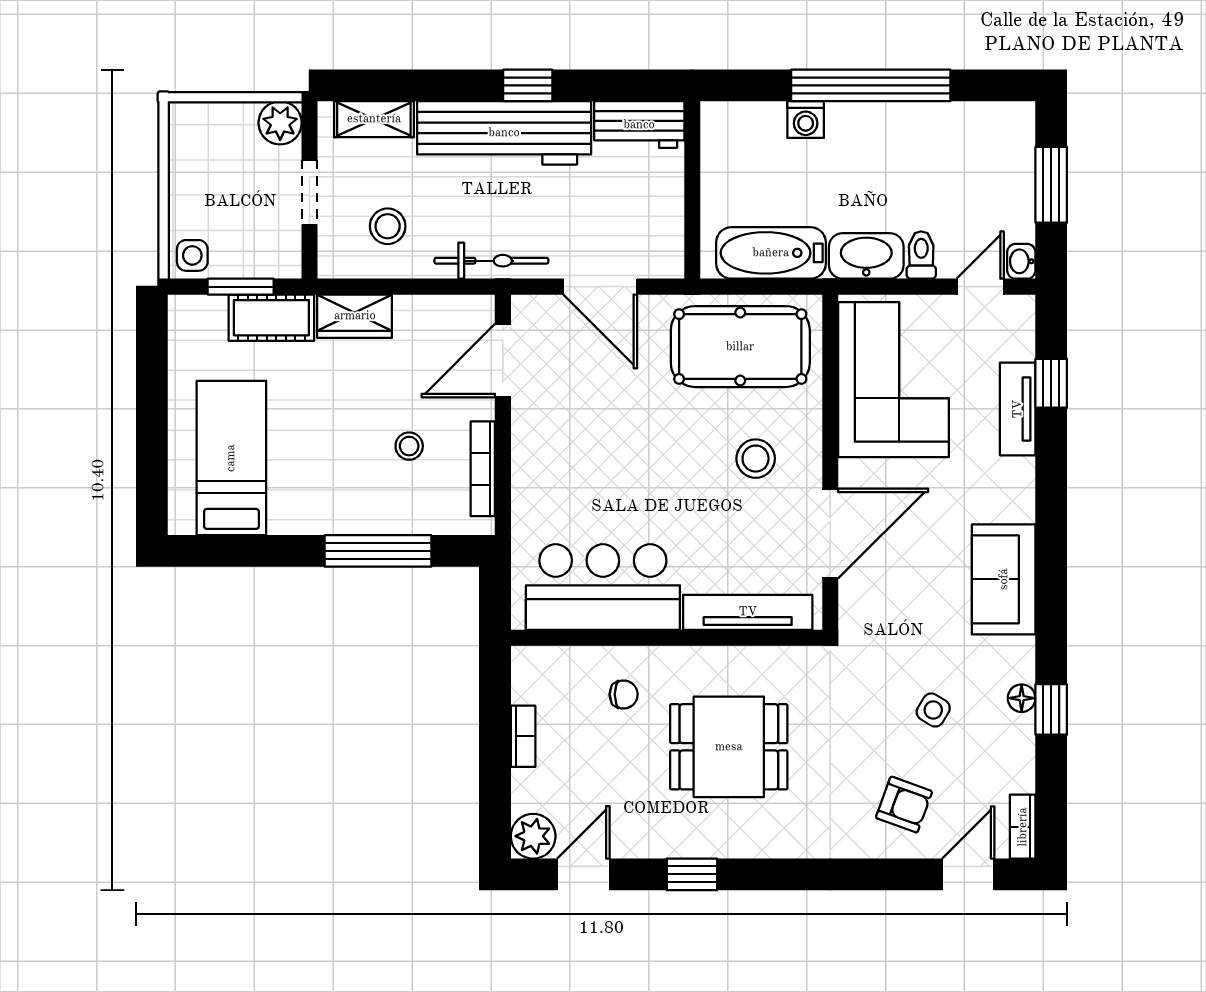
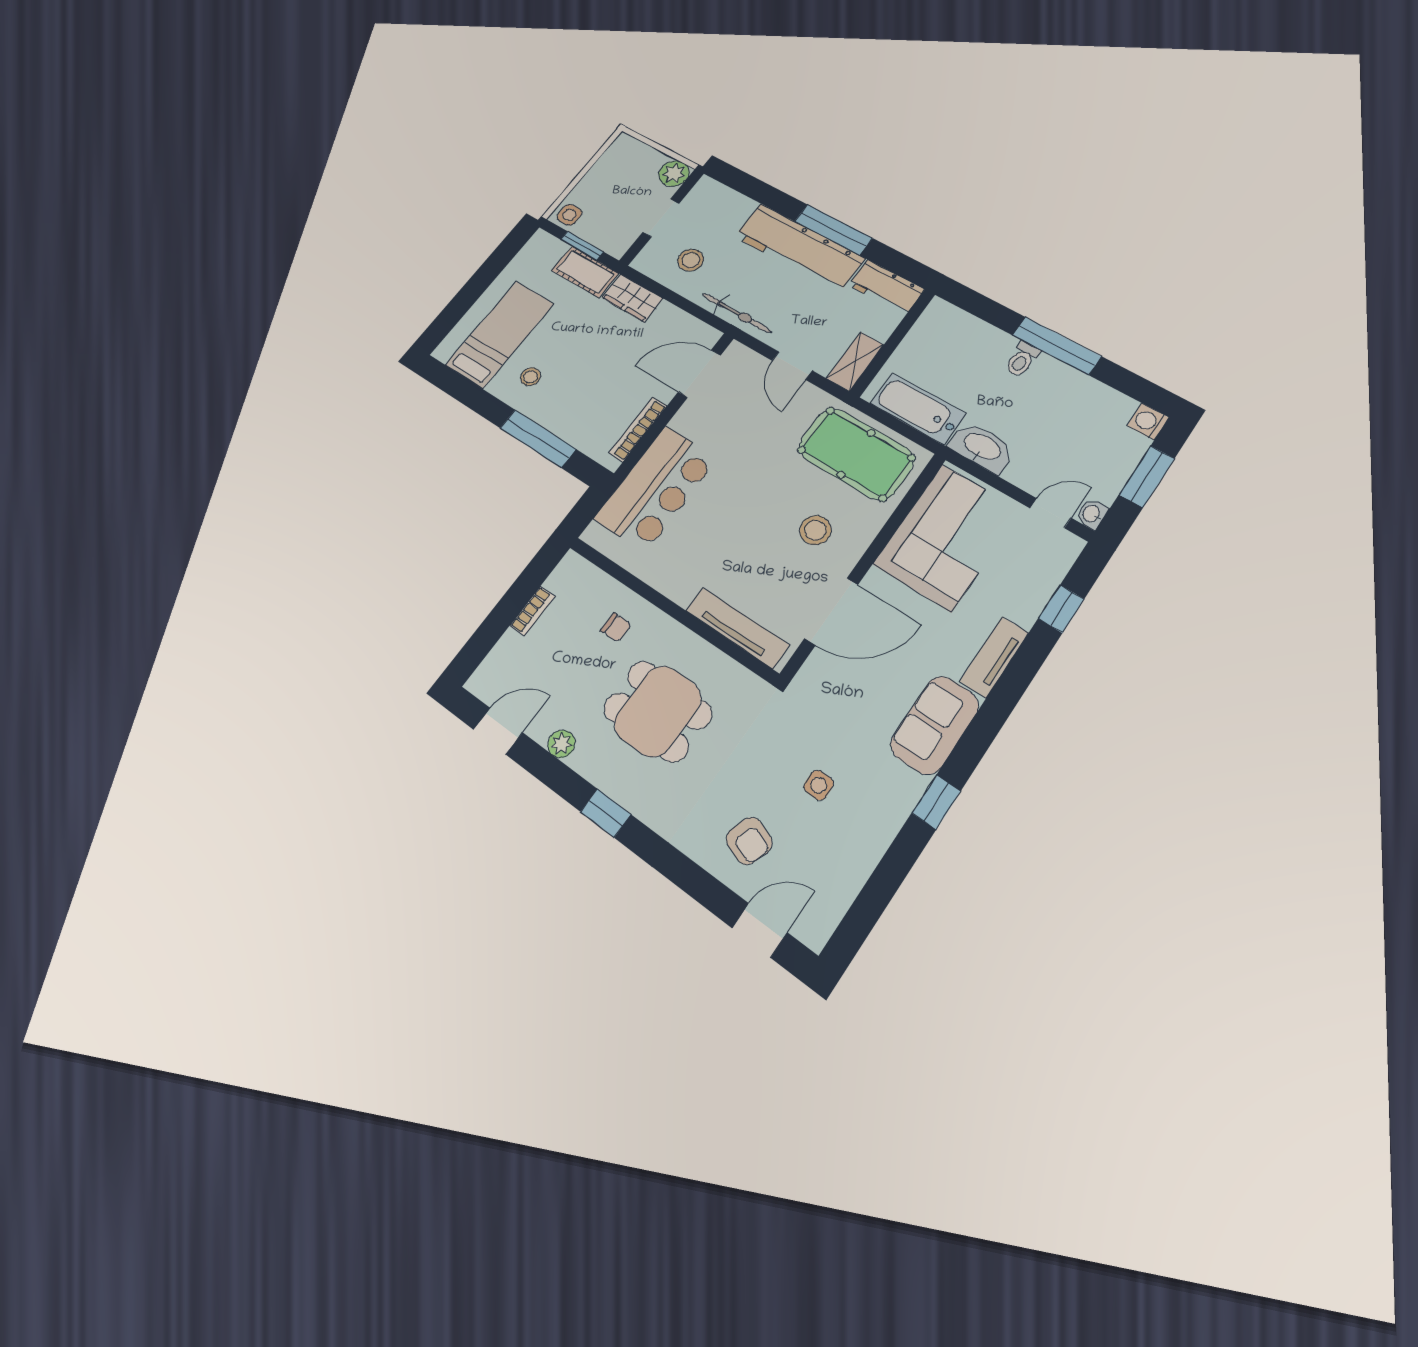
window: (528, 85) -> (833, 230), width x2.17
window: (871, 85) -> (1057, 346), width x0.68
shelving: (374, 119) -> (855, 362), moved, turned 90
washing machine: (806, 120) -> (1148, 422), moved, turned 90
toilet: (921, 255) -> (1022, 359), moved, turned 180
door: (600, 287) -> (792, 366), width x0.73
tv unit: (1018, 409) -> (994, 657), moved
stool: (409, 446) -> (531, 377), moved
bar counter: (603, 587) -> (656, 488), moved, turned 90
floor lamp: (1022, 698) -> (890, 822), removed
window: (1051, 709) -> (936, 802), moved
side table: (933, 710) -> (819, 785), turned -31
bookcase: (1023, 827) -> (825, 923), removed
plant: (533, 836) -> (561, 744), moved, width x0.73, depth x0.73
window: (692, 874) -> (606, 813), moved

